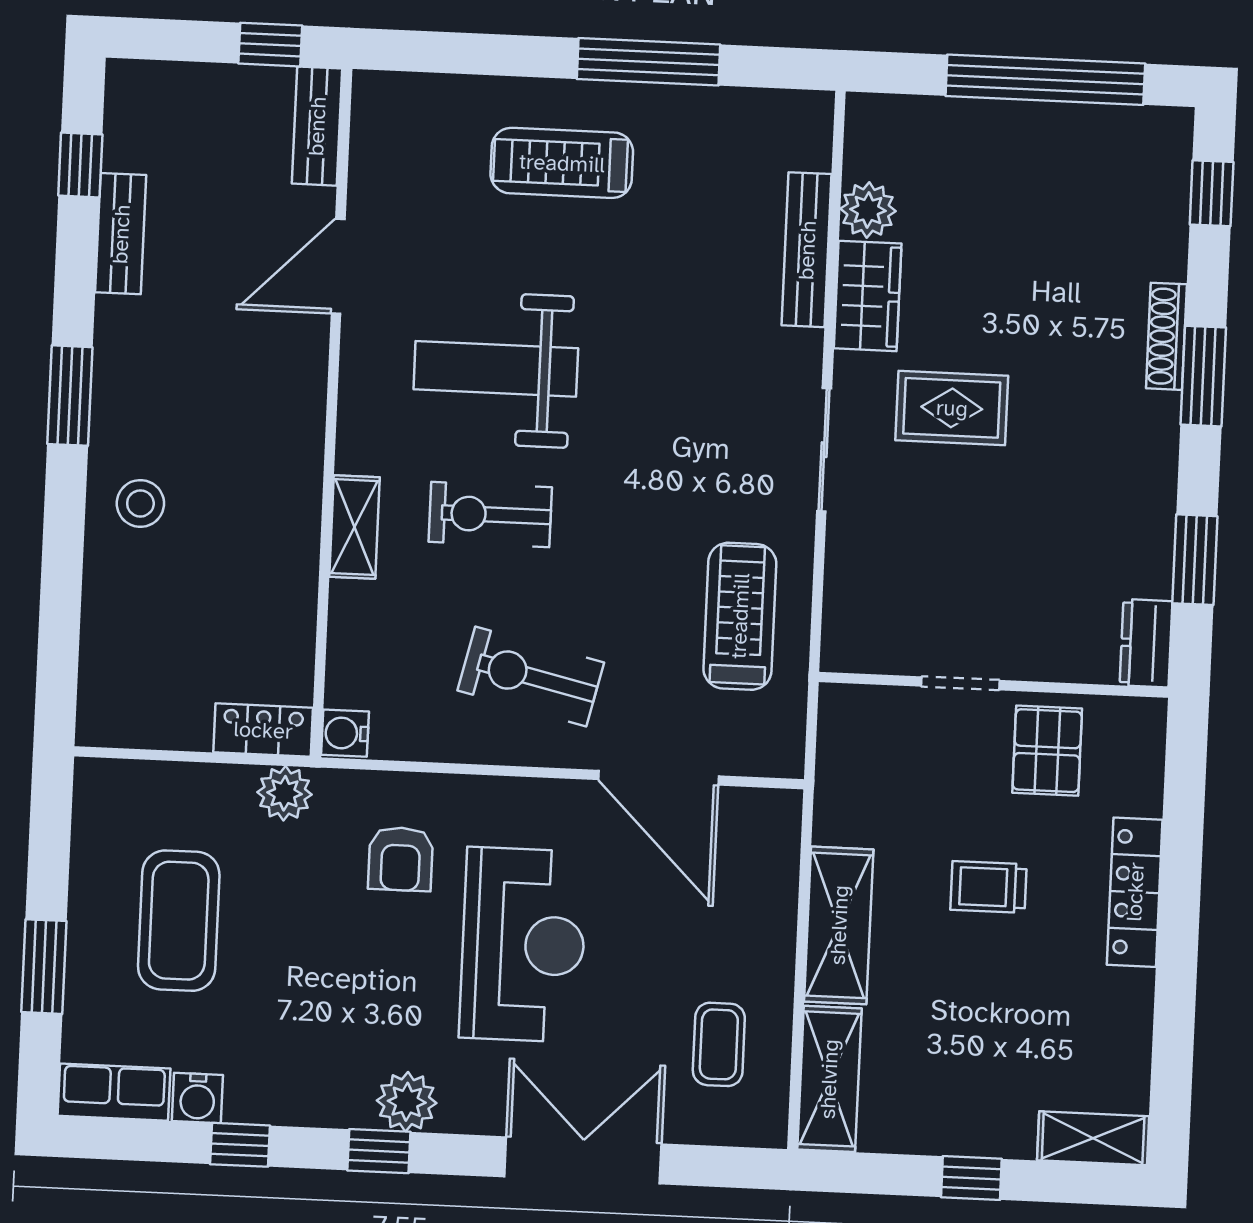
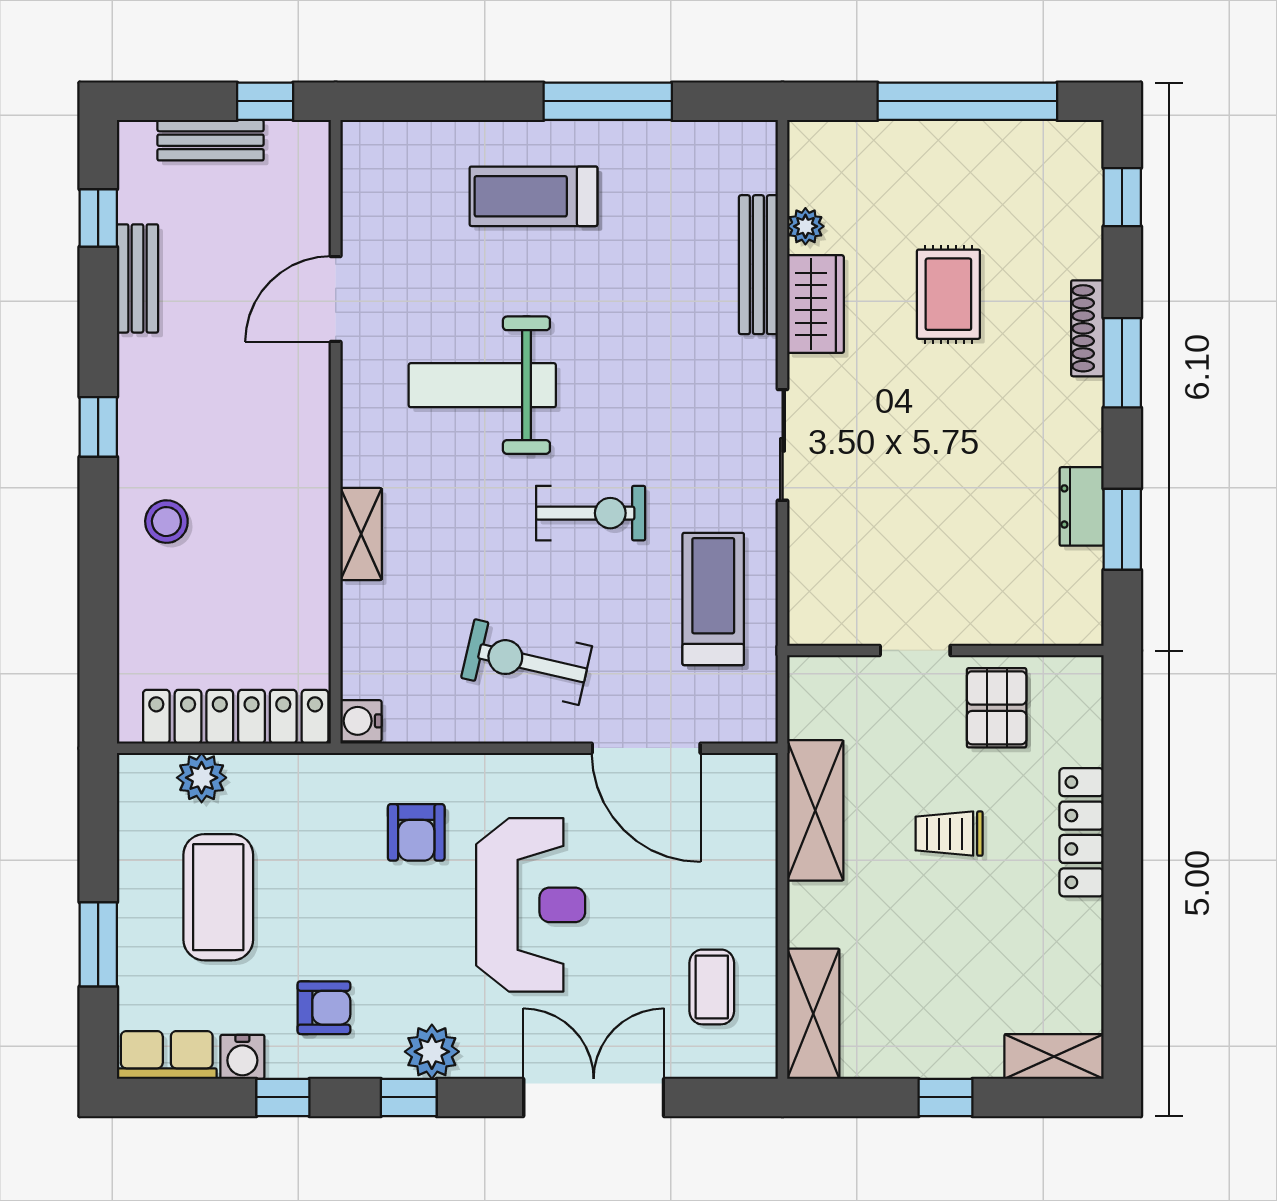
bench: (317, 126) -> (211, 140), moved, turned 90
plant: (868, 210) -> (805, 226), width x0.73, depth x0.73
window: (70, 396) -> (98, 427), width x0.67
rug: (952, 408) -> (948, 294), moved, turned 90
exercise bike: (490, 515) -> (591, 513), moved, turned 180
dresser: (1146, 643) -> (1082, 506), moved
locker: (263, 730) -> (236, 717), width x2.16, depth x1.21
plant: (285, 793) -> (202, 778), moved
shelving: (839, 925) -> (815, 810), moved
armchair: (290, 1048) -> (324, 1008), added

